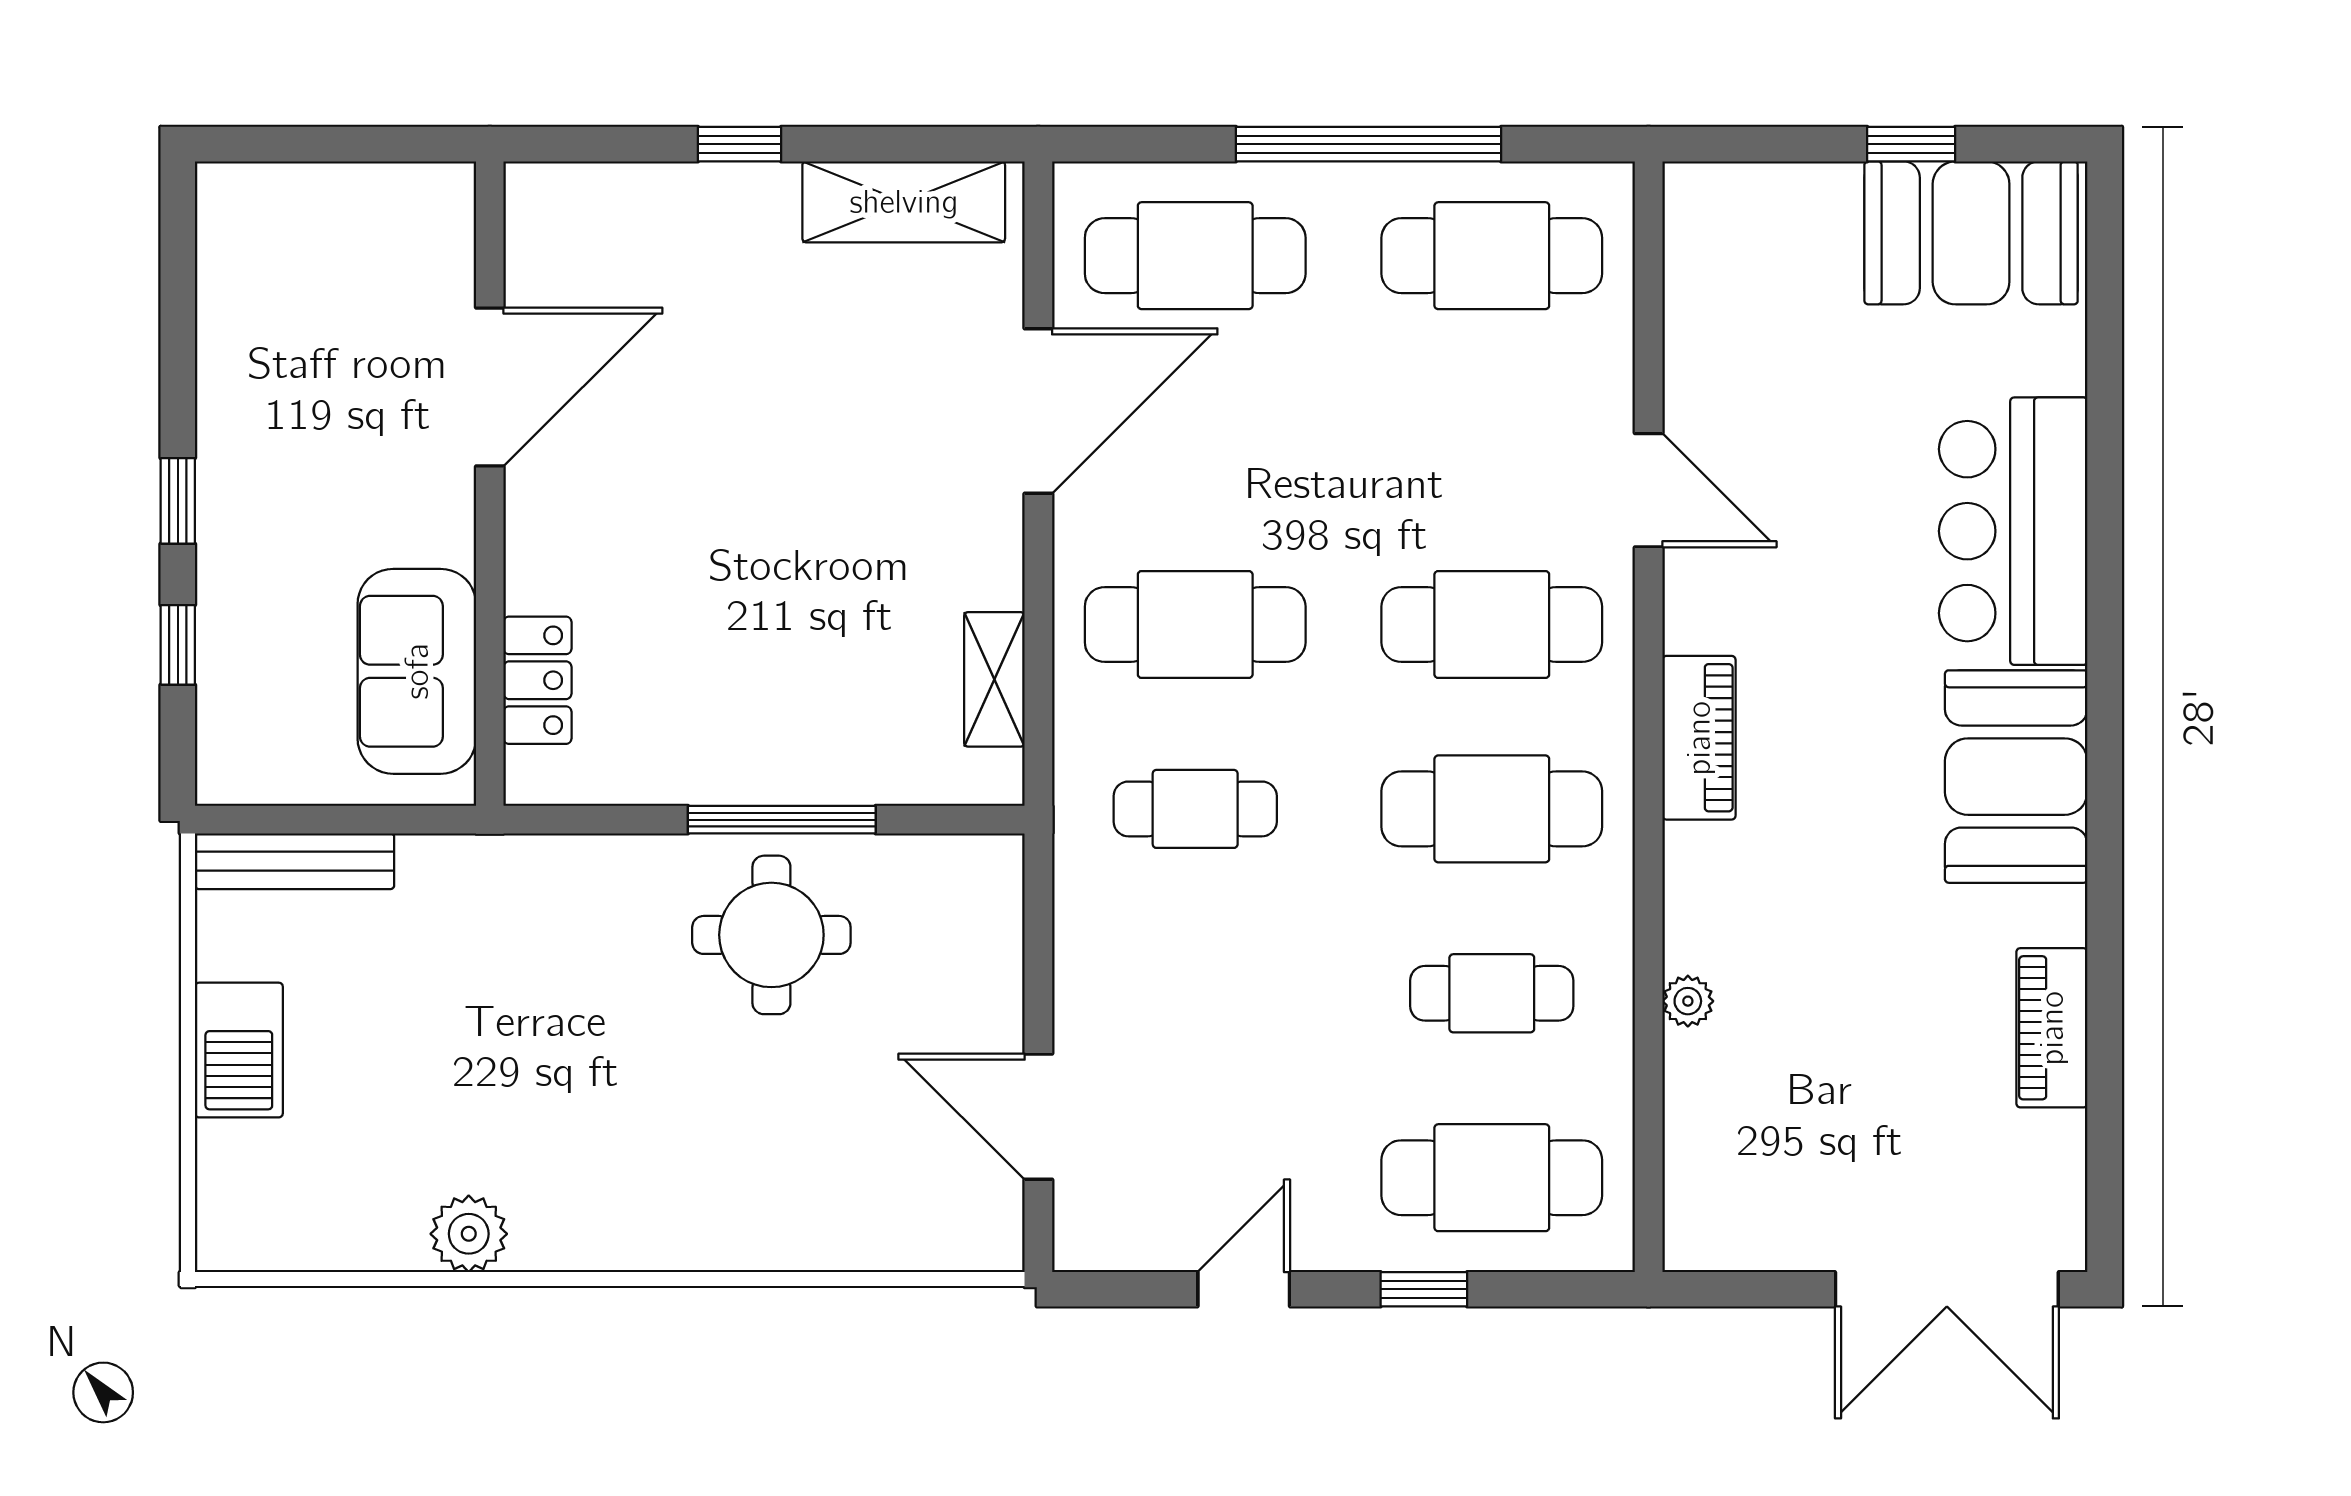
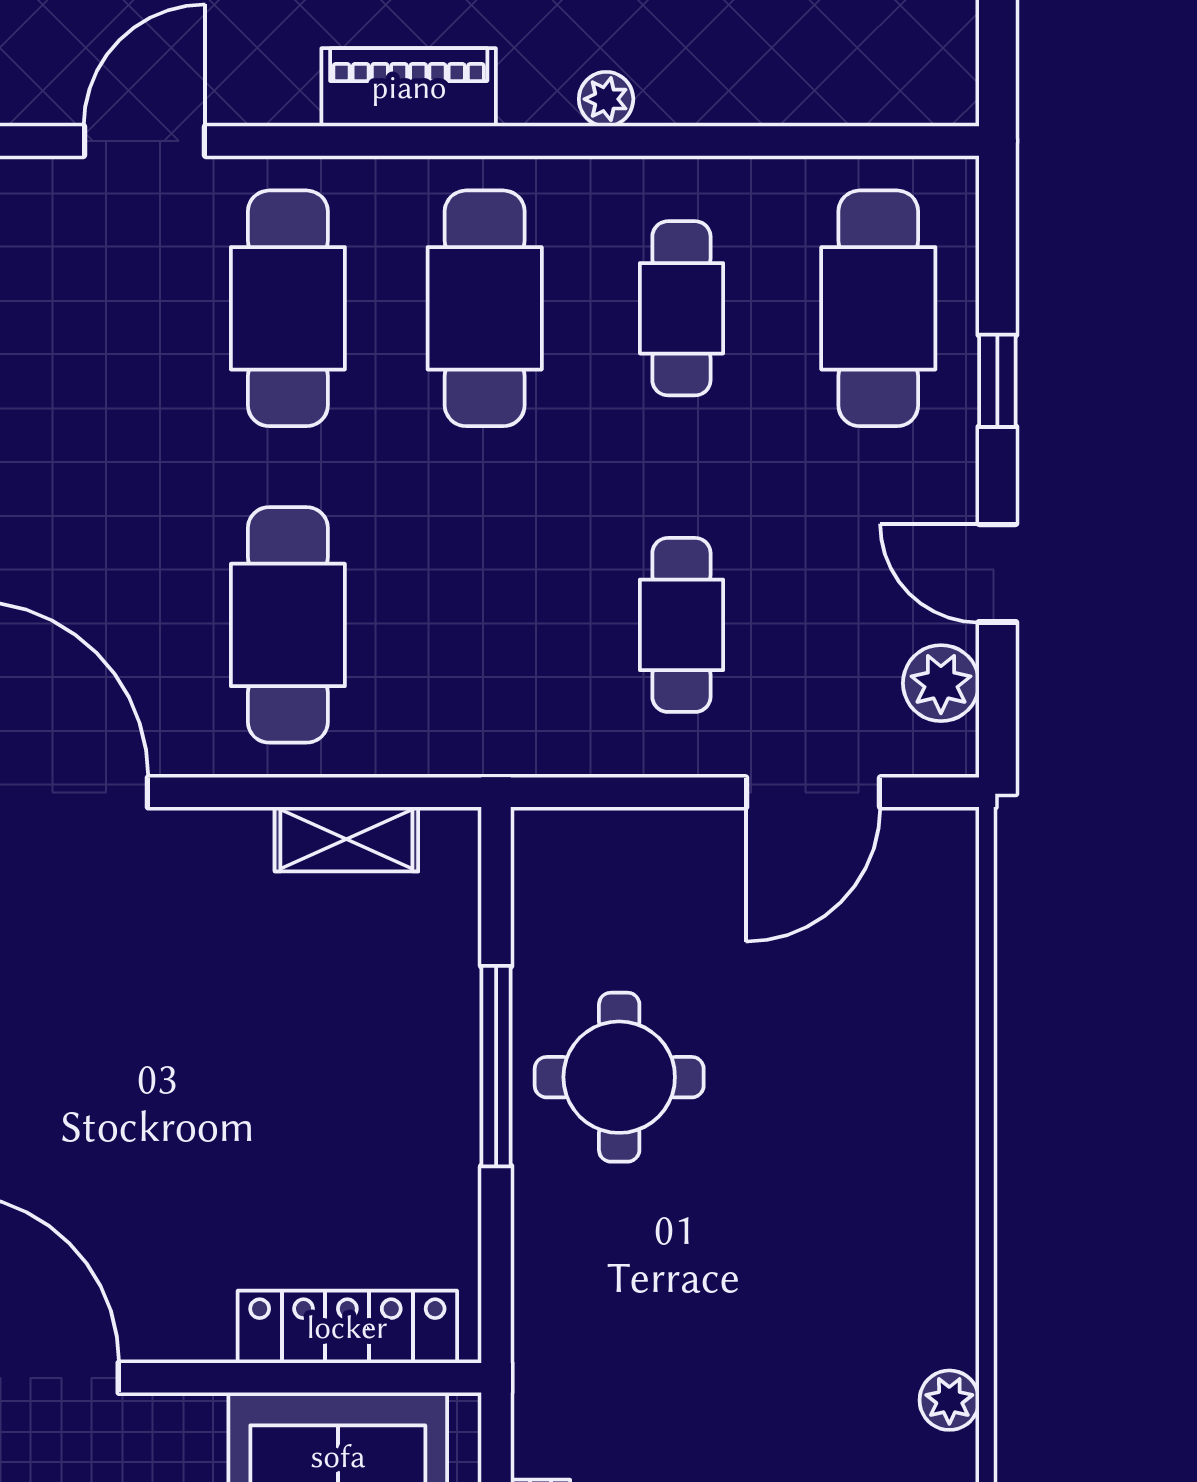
locker: (537, 680) -> (347, 1327), width x1.53
cafe table: (1195, 809) -> (681, 625), moved
plant: (1688, 1001) -> (606, 99), moved
plant: (469, 1234) -> (949, 1400), width x0.73, depth x0.73
plant: (1141, 1236) -> (941, 683), added

